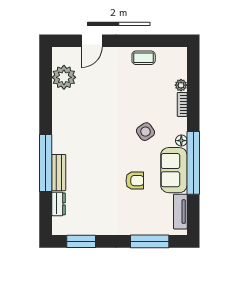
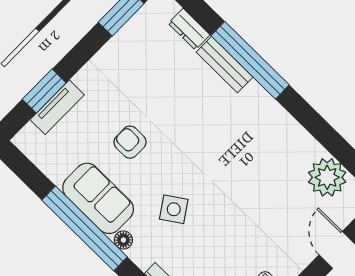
armchair: (135, 181) -> (130, 142), turned 90
tv unit: (180, 212) -> (57, 107), moved, turned 90
window: (150, 241) -> (44, 91), width x0.69

